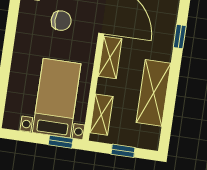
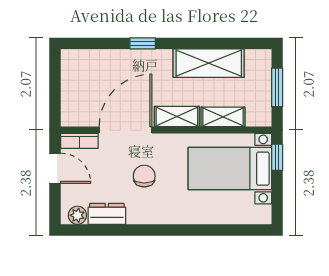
shelving: (101, 115) -> (223, 117), moved
window: (123, 151) -> (277, 87), width x1.50

